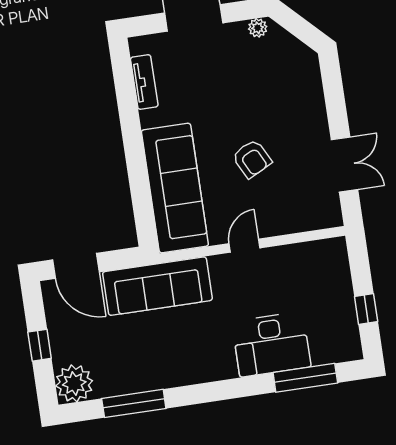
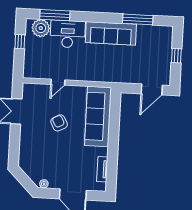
door: (245, 246) -> (58, 82), moved
door: (76, 266) -> (152, 89), swing flipped
sofa: (157, 286) -> (111, 33), moved, turned 180
plant: (74, 383) -> (41, 28), moved

